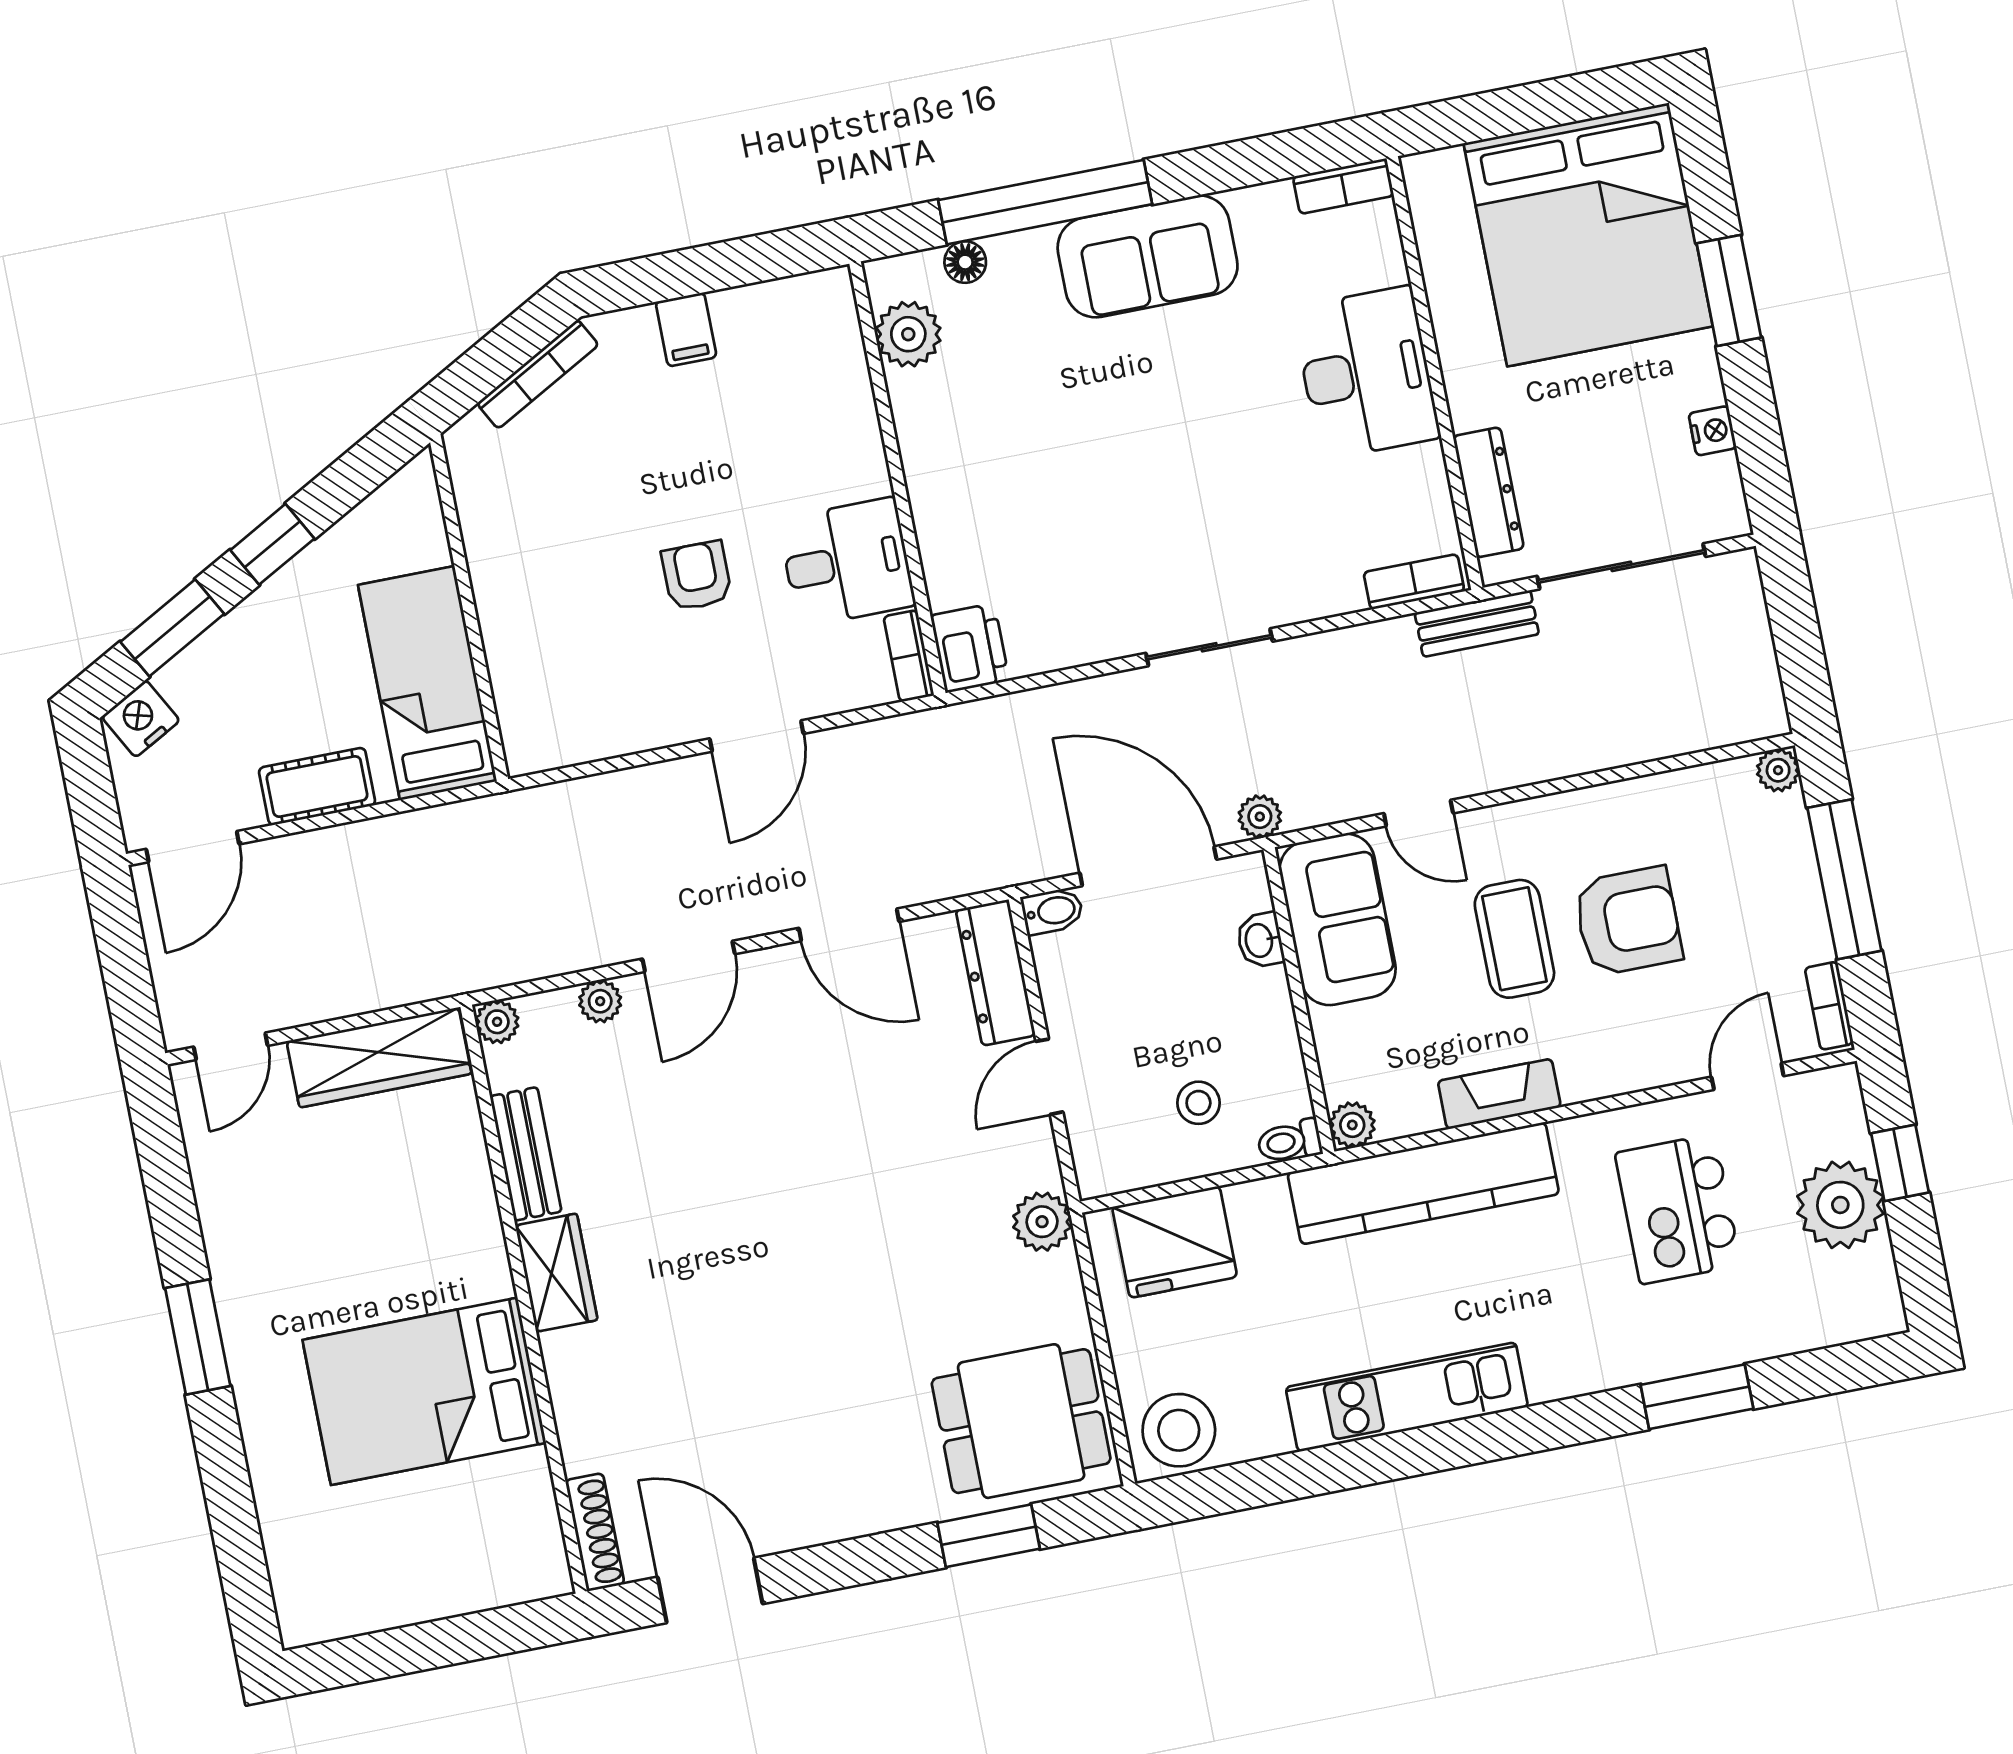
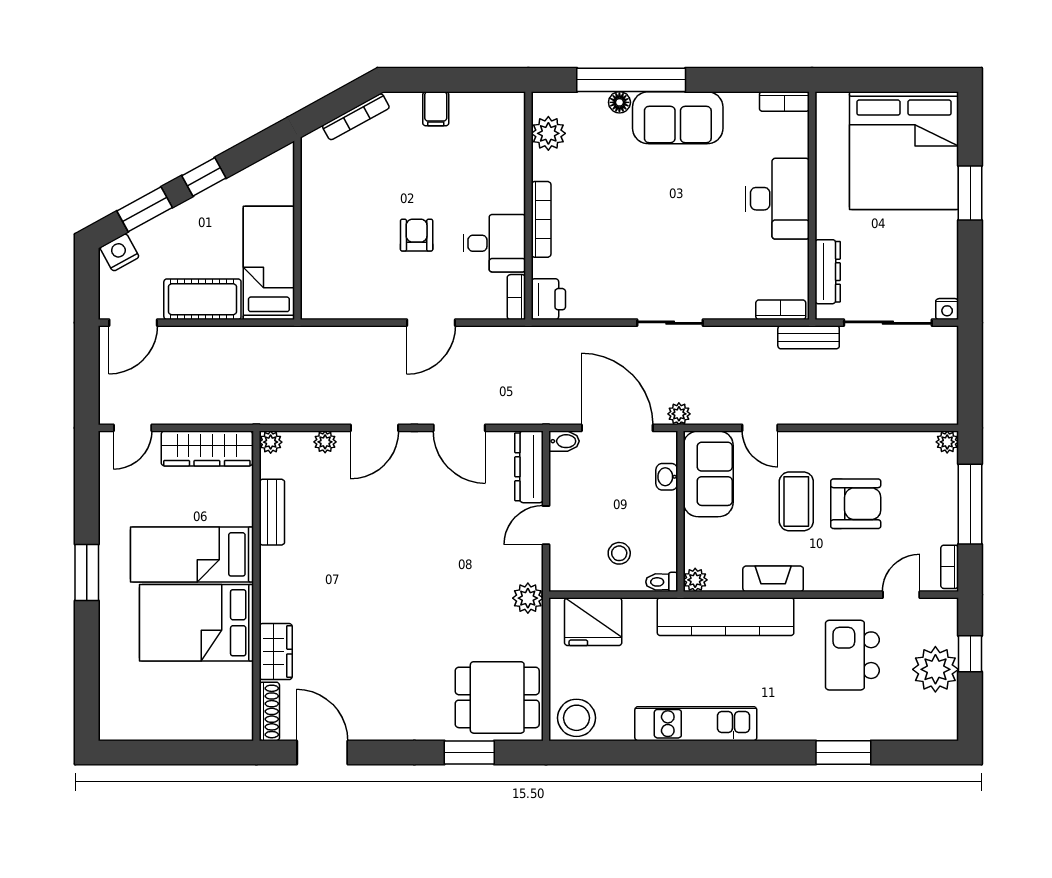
floor lamp: (965, 262) -> (619, 102), moved
nightstand: (1712, 431) -> (947, 309), moved, turned 90
bookcase: (926, 500) -> (541, 219), added
cot: (317, 786) -> (202, 299), width x1.37, depth x1.34
bed: (390, 1264) -> (192, 554), added
wardrobe: (556, 1273) -> (276, 652), moved

